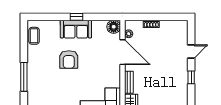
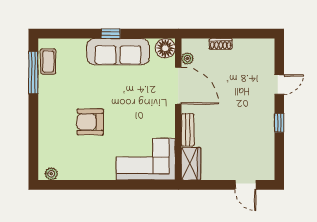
sofa: (76, 29) -> (118, 52), width x1.36
armchair: (69, 59) -> (90, 122), moved, turned 90
window: (24, 77) -> (33, 73), moved

